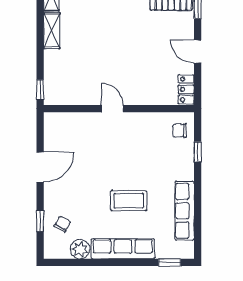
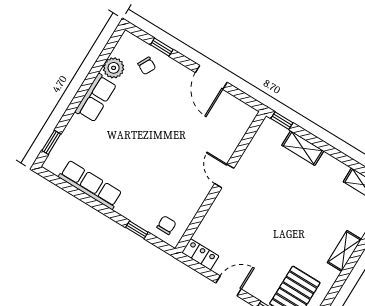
shelving: (52, 31) -> (303, 148), moved
door: (112, 109) -> (224, 176), swing flipped
coffee table: (129, 201) -> (131, 139), removed
row of seats: (123, 249) -> (96, 98), width x0.68

